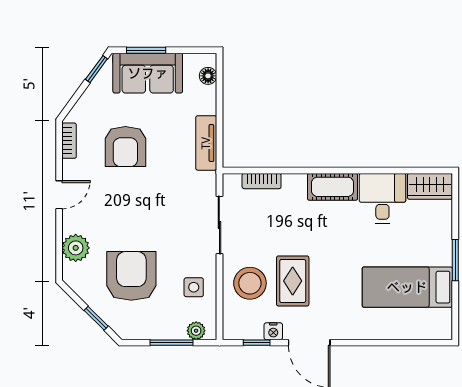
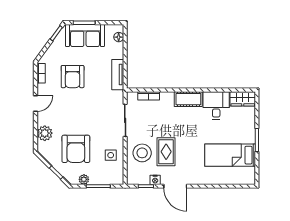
armchair: (131, 276) -> (76, 149), turned 180
plant: (196, 331) -> (84, 179), moved

